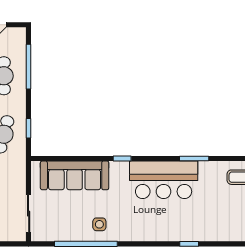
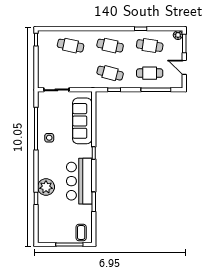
plant: (172, 229) -> (46, 187), added

